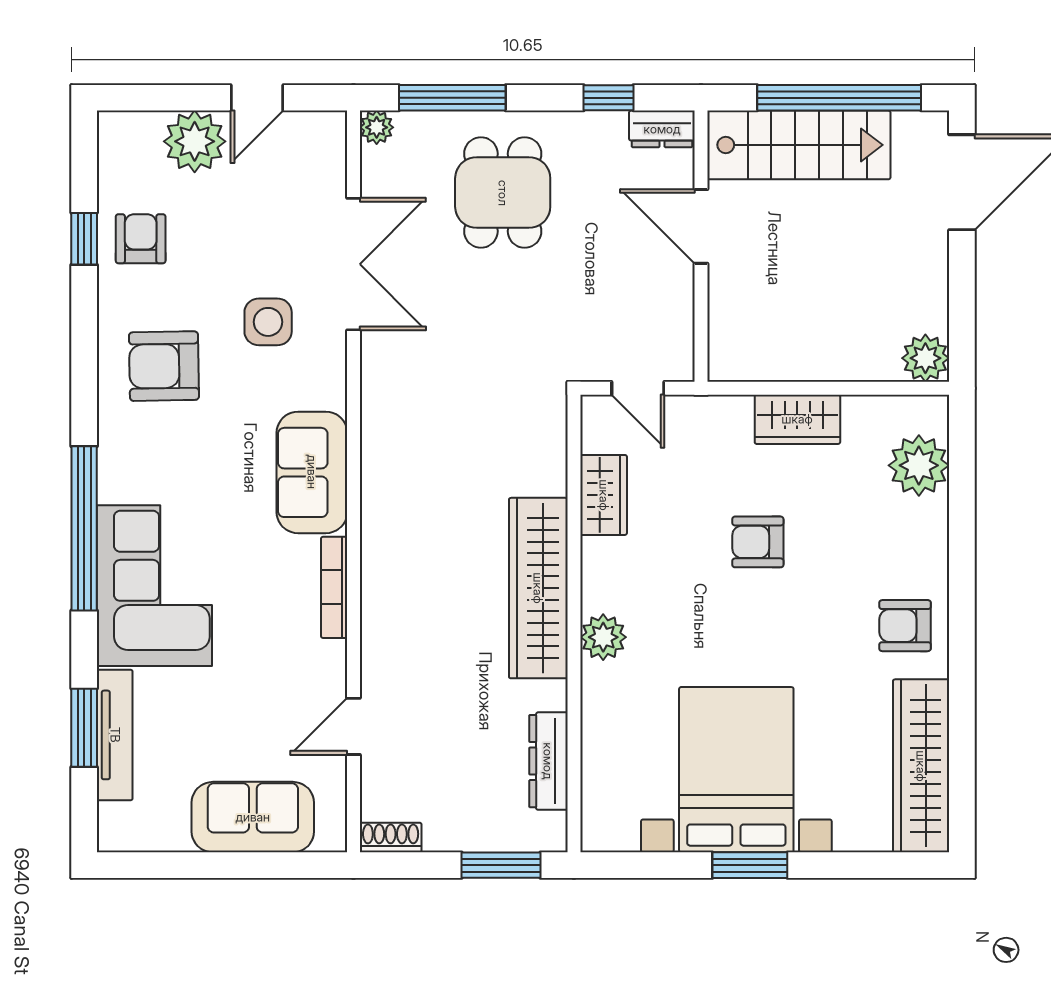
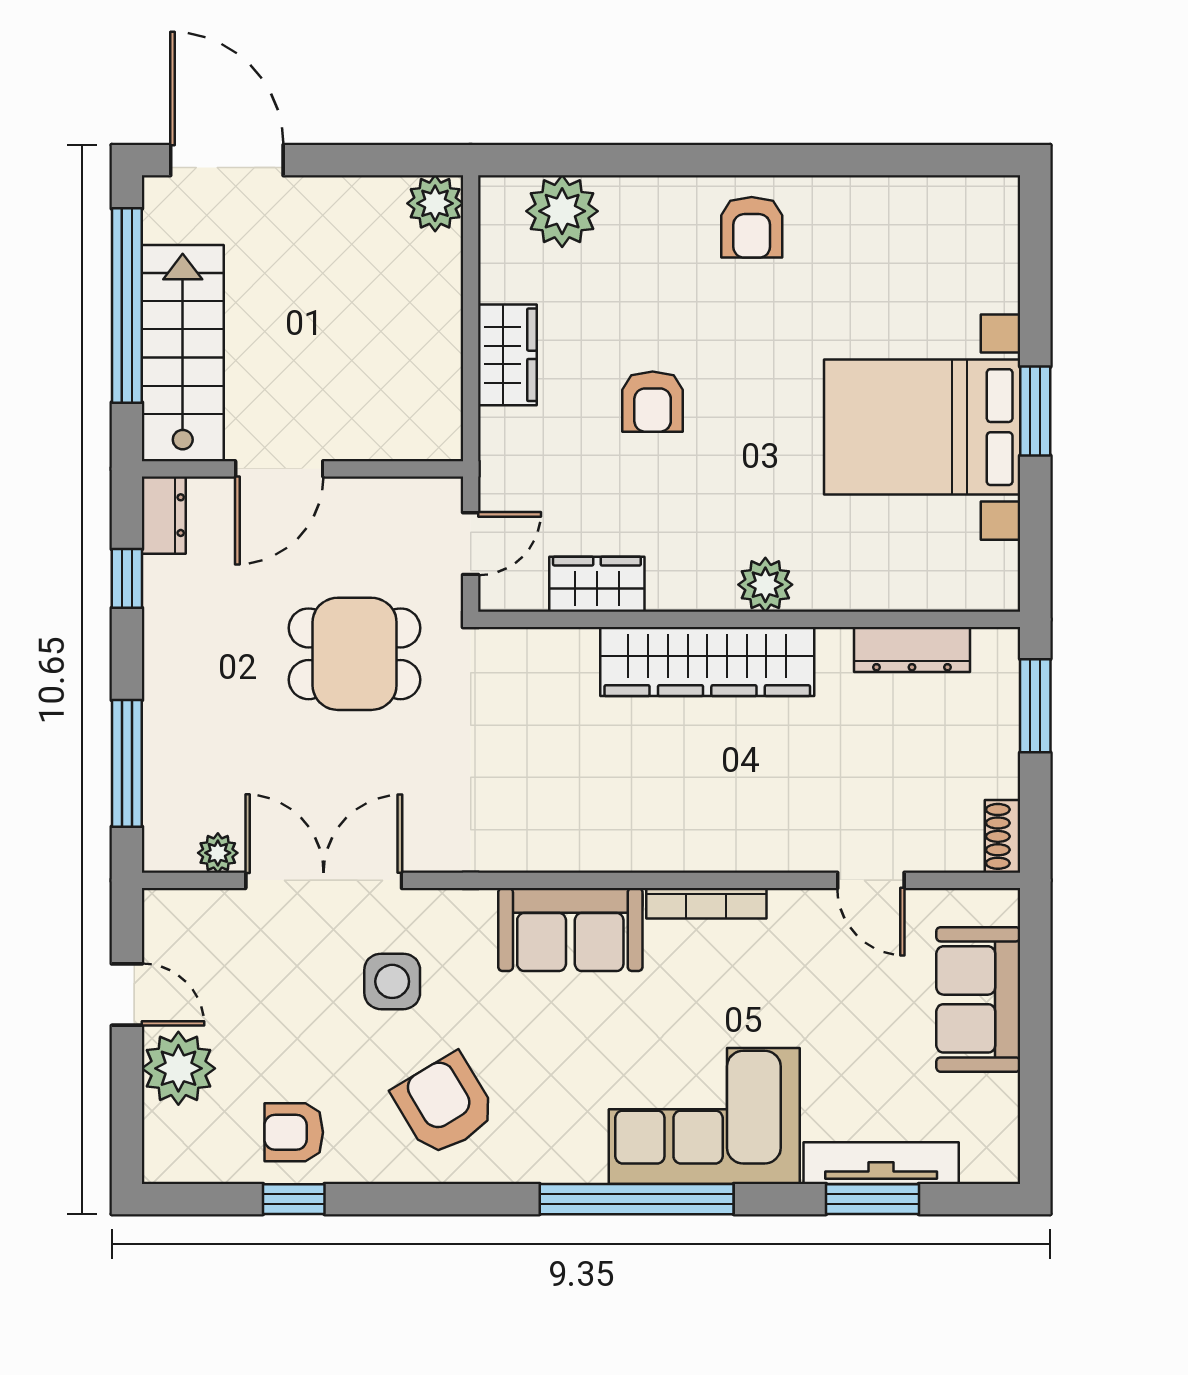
plant: (377, 127) -> (218, 853), moved
dining table: (503, 193) -> (355, 654), moved
armchair: (164, 366) -> (444, 1105), turned 150
wardrobe: (921, 766) -> (918, 208), removed

